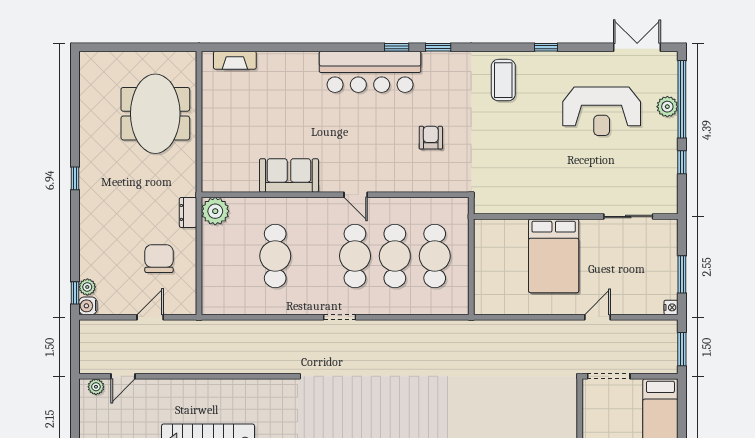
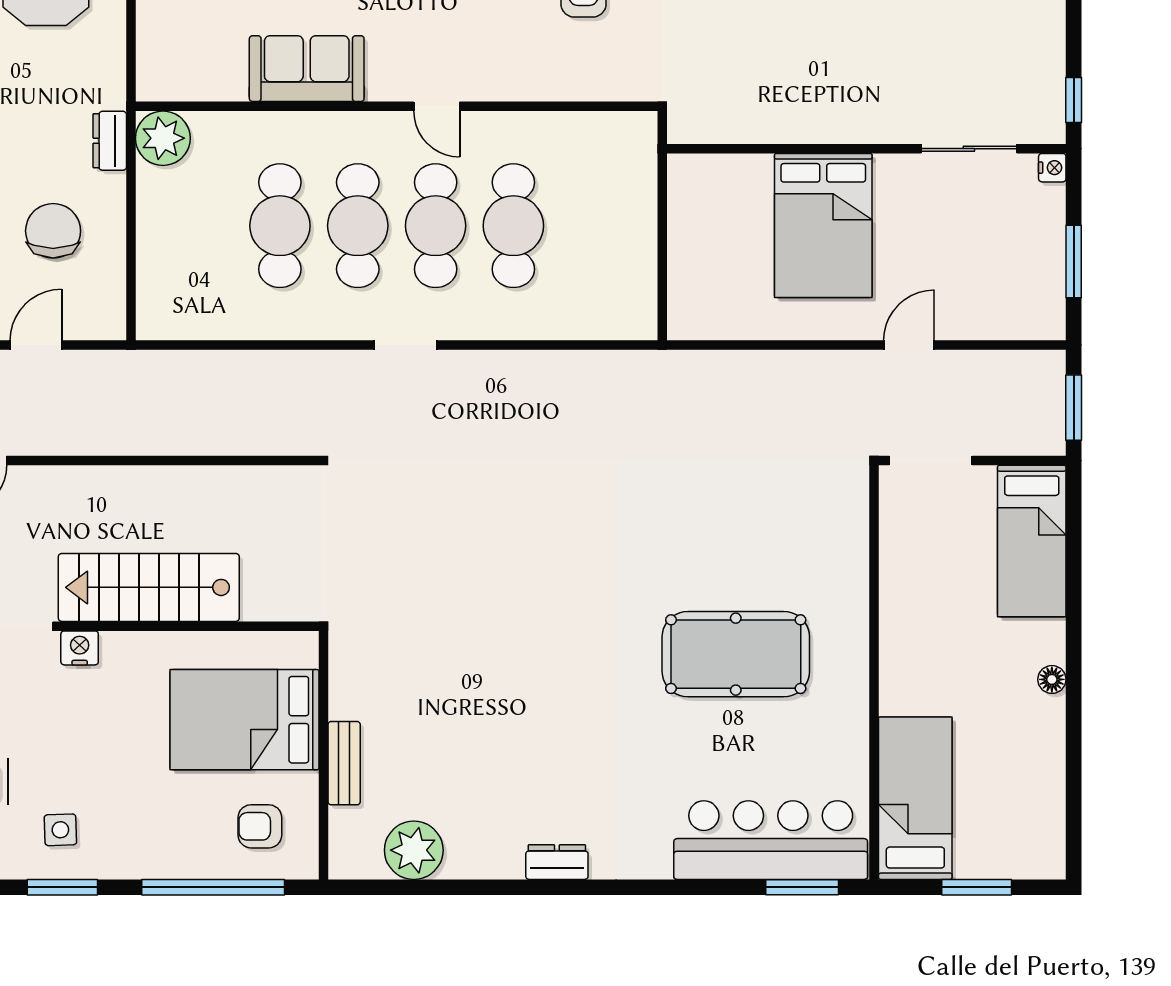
window: (682, 162) -> (1074, 100), moved
cafe table: (435, 256) -> (358, 226), moved
nightstand: (671, 307) -> (1052, 168), moved

